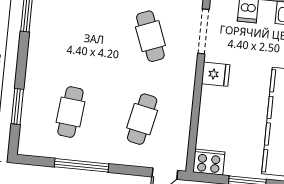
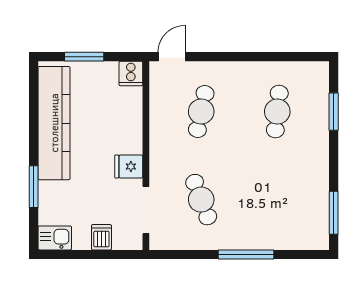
cooker: (209, 162) -> (131, 73), width x0.73
window: (82, 165) -> (260, 57), removed

